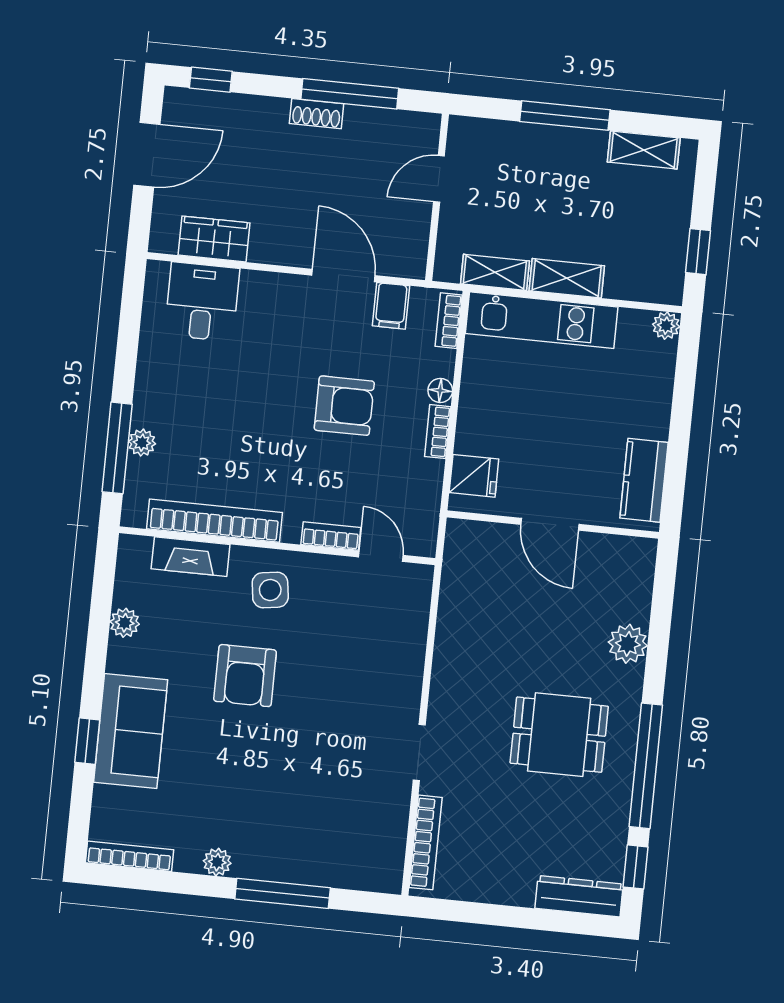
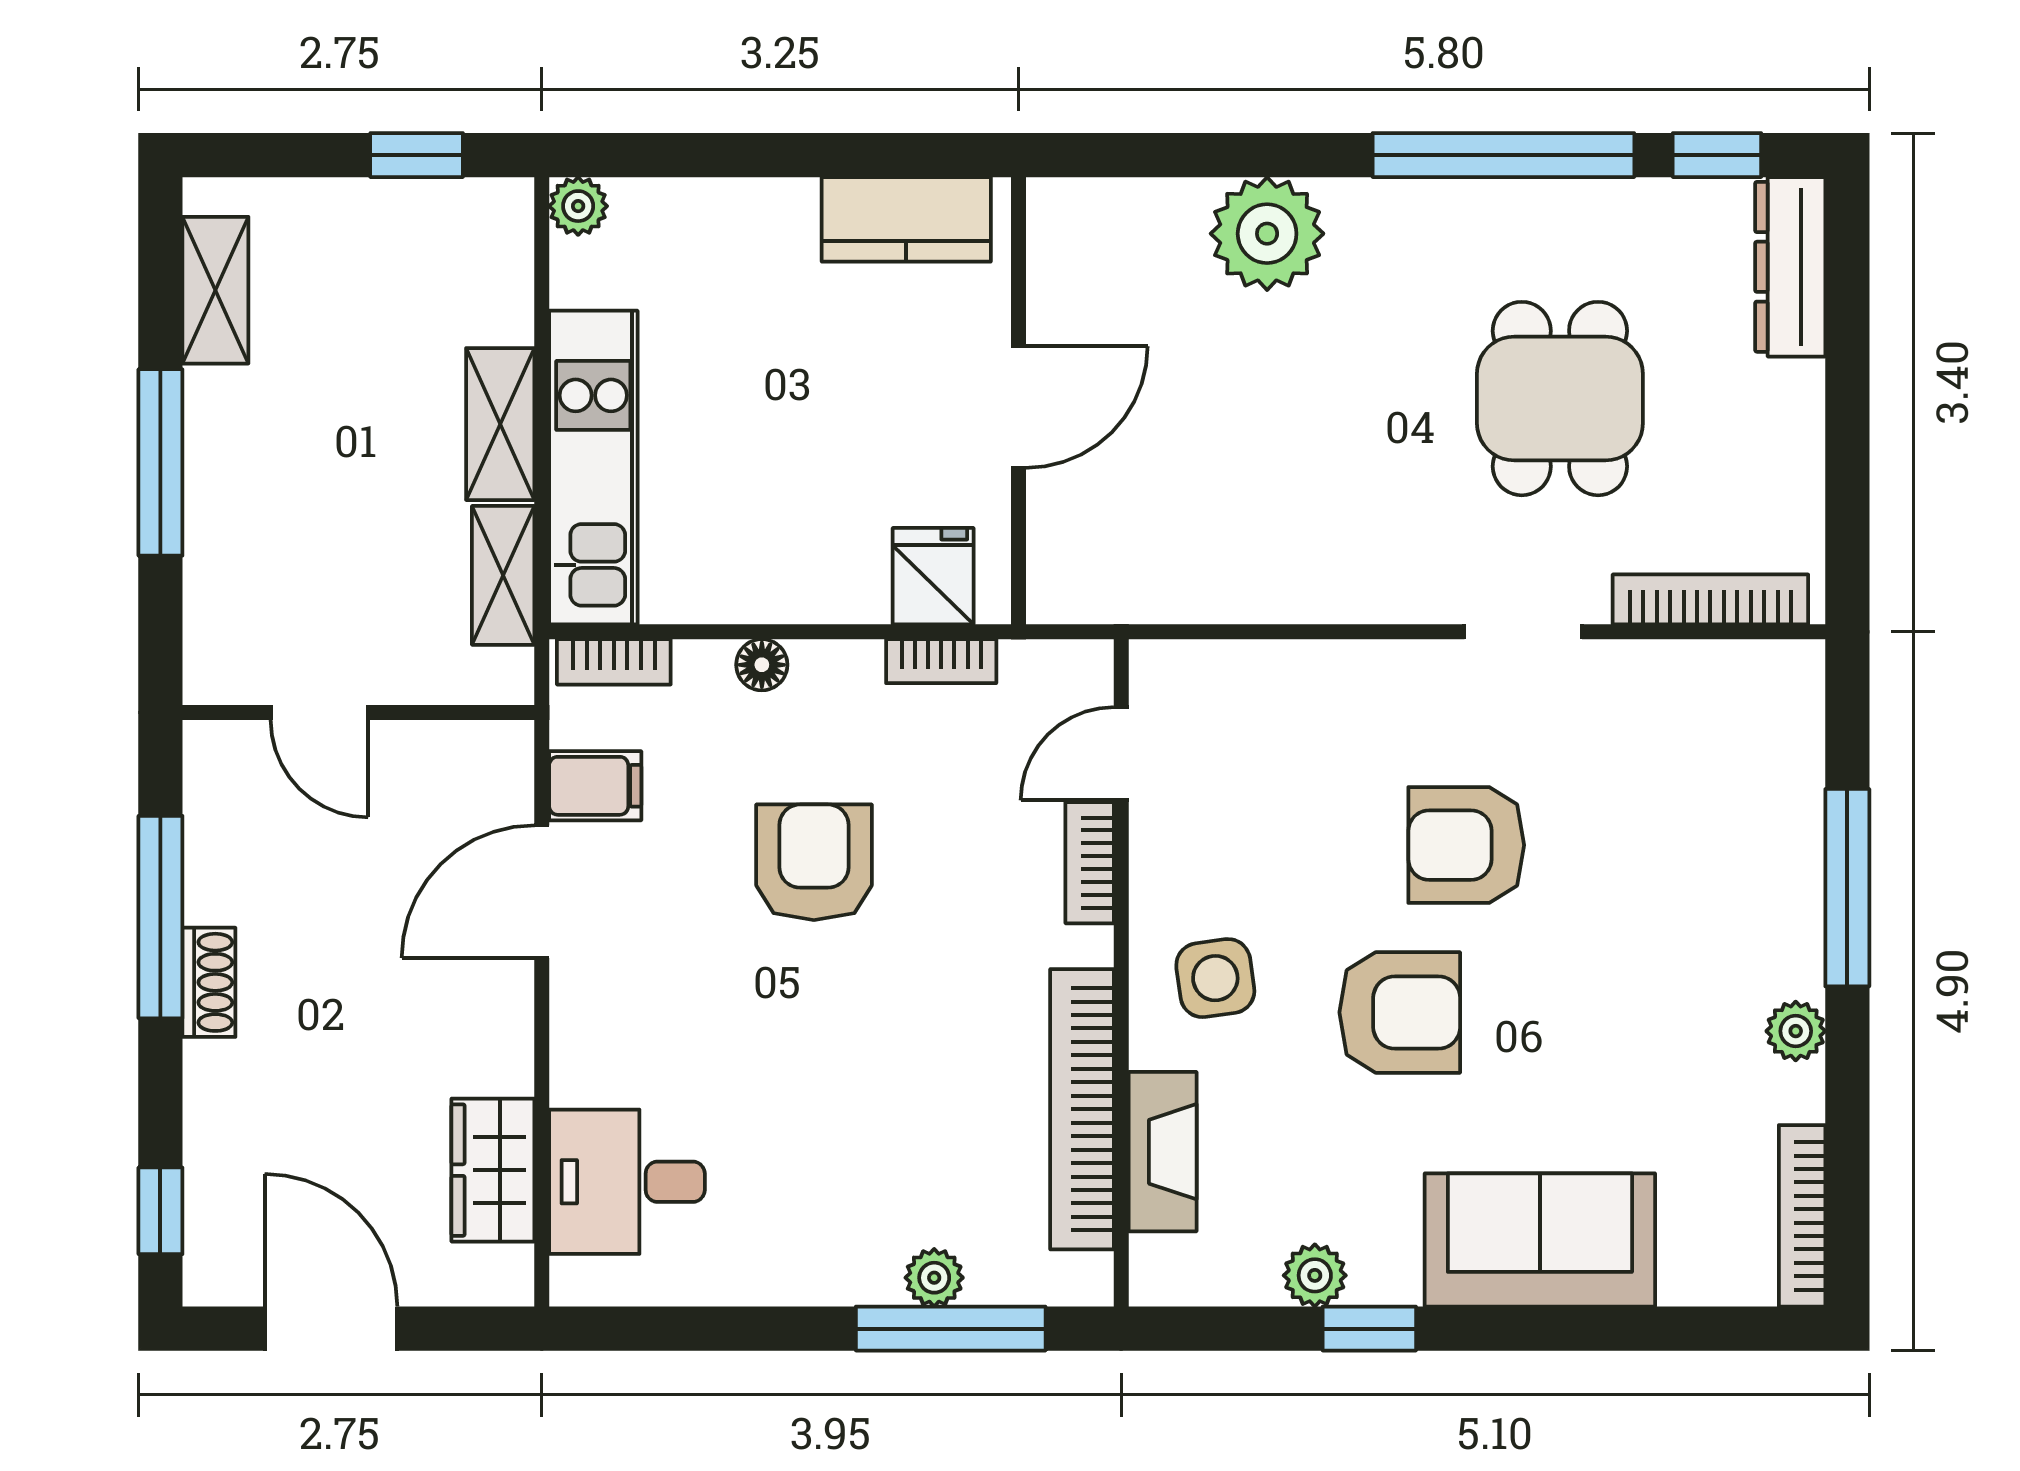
bookcase: (438, 432) -> (941, 661), moved
plant: (628, 644) -> (1267, 234), width x1.36, depth x1.36
armchair: (321, 715) -> (1466, 845), added
dining table: (559, 735) -> (1560, 399), moved
window: (87, 741) -> (1369, 1329), moved

